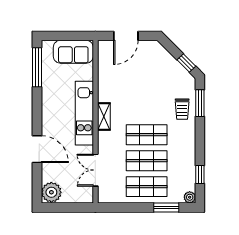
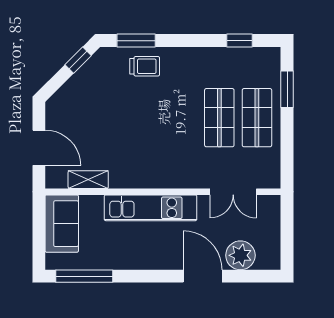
shelving: (104, 116) -> (88, 180), moved
shop shelf: (147, 135) -> (182, 118), removed
door: (37, 149) -> (203, 276), hinge flipped
plant: (51, 192) -> (240, 255), moved
plant: (190, 197) -> (272, 55), removed

